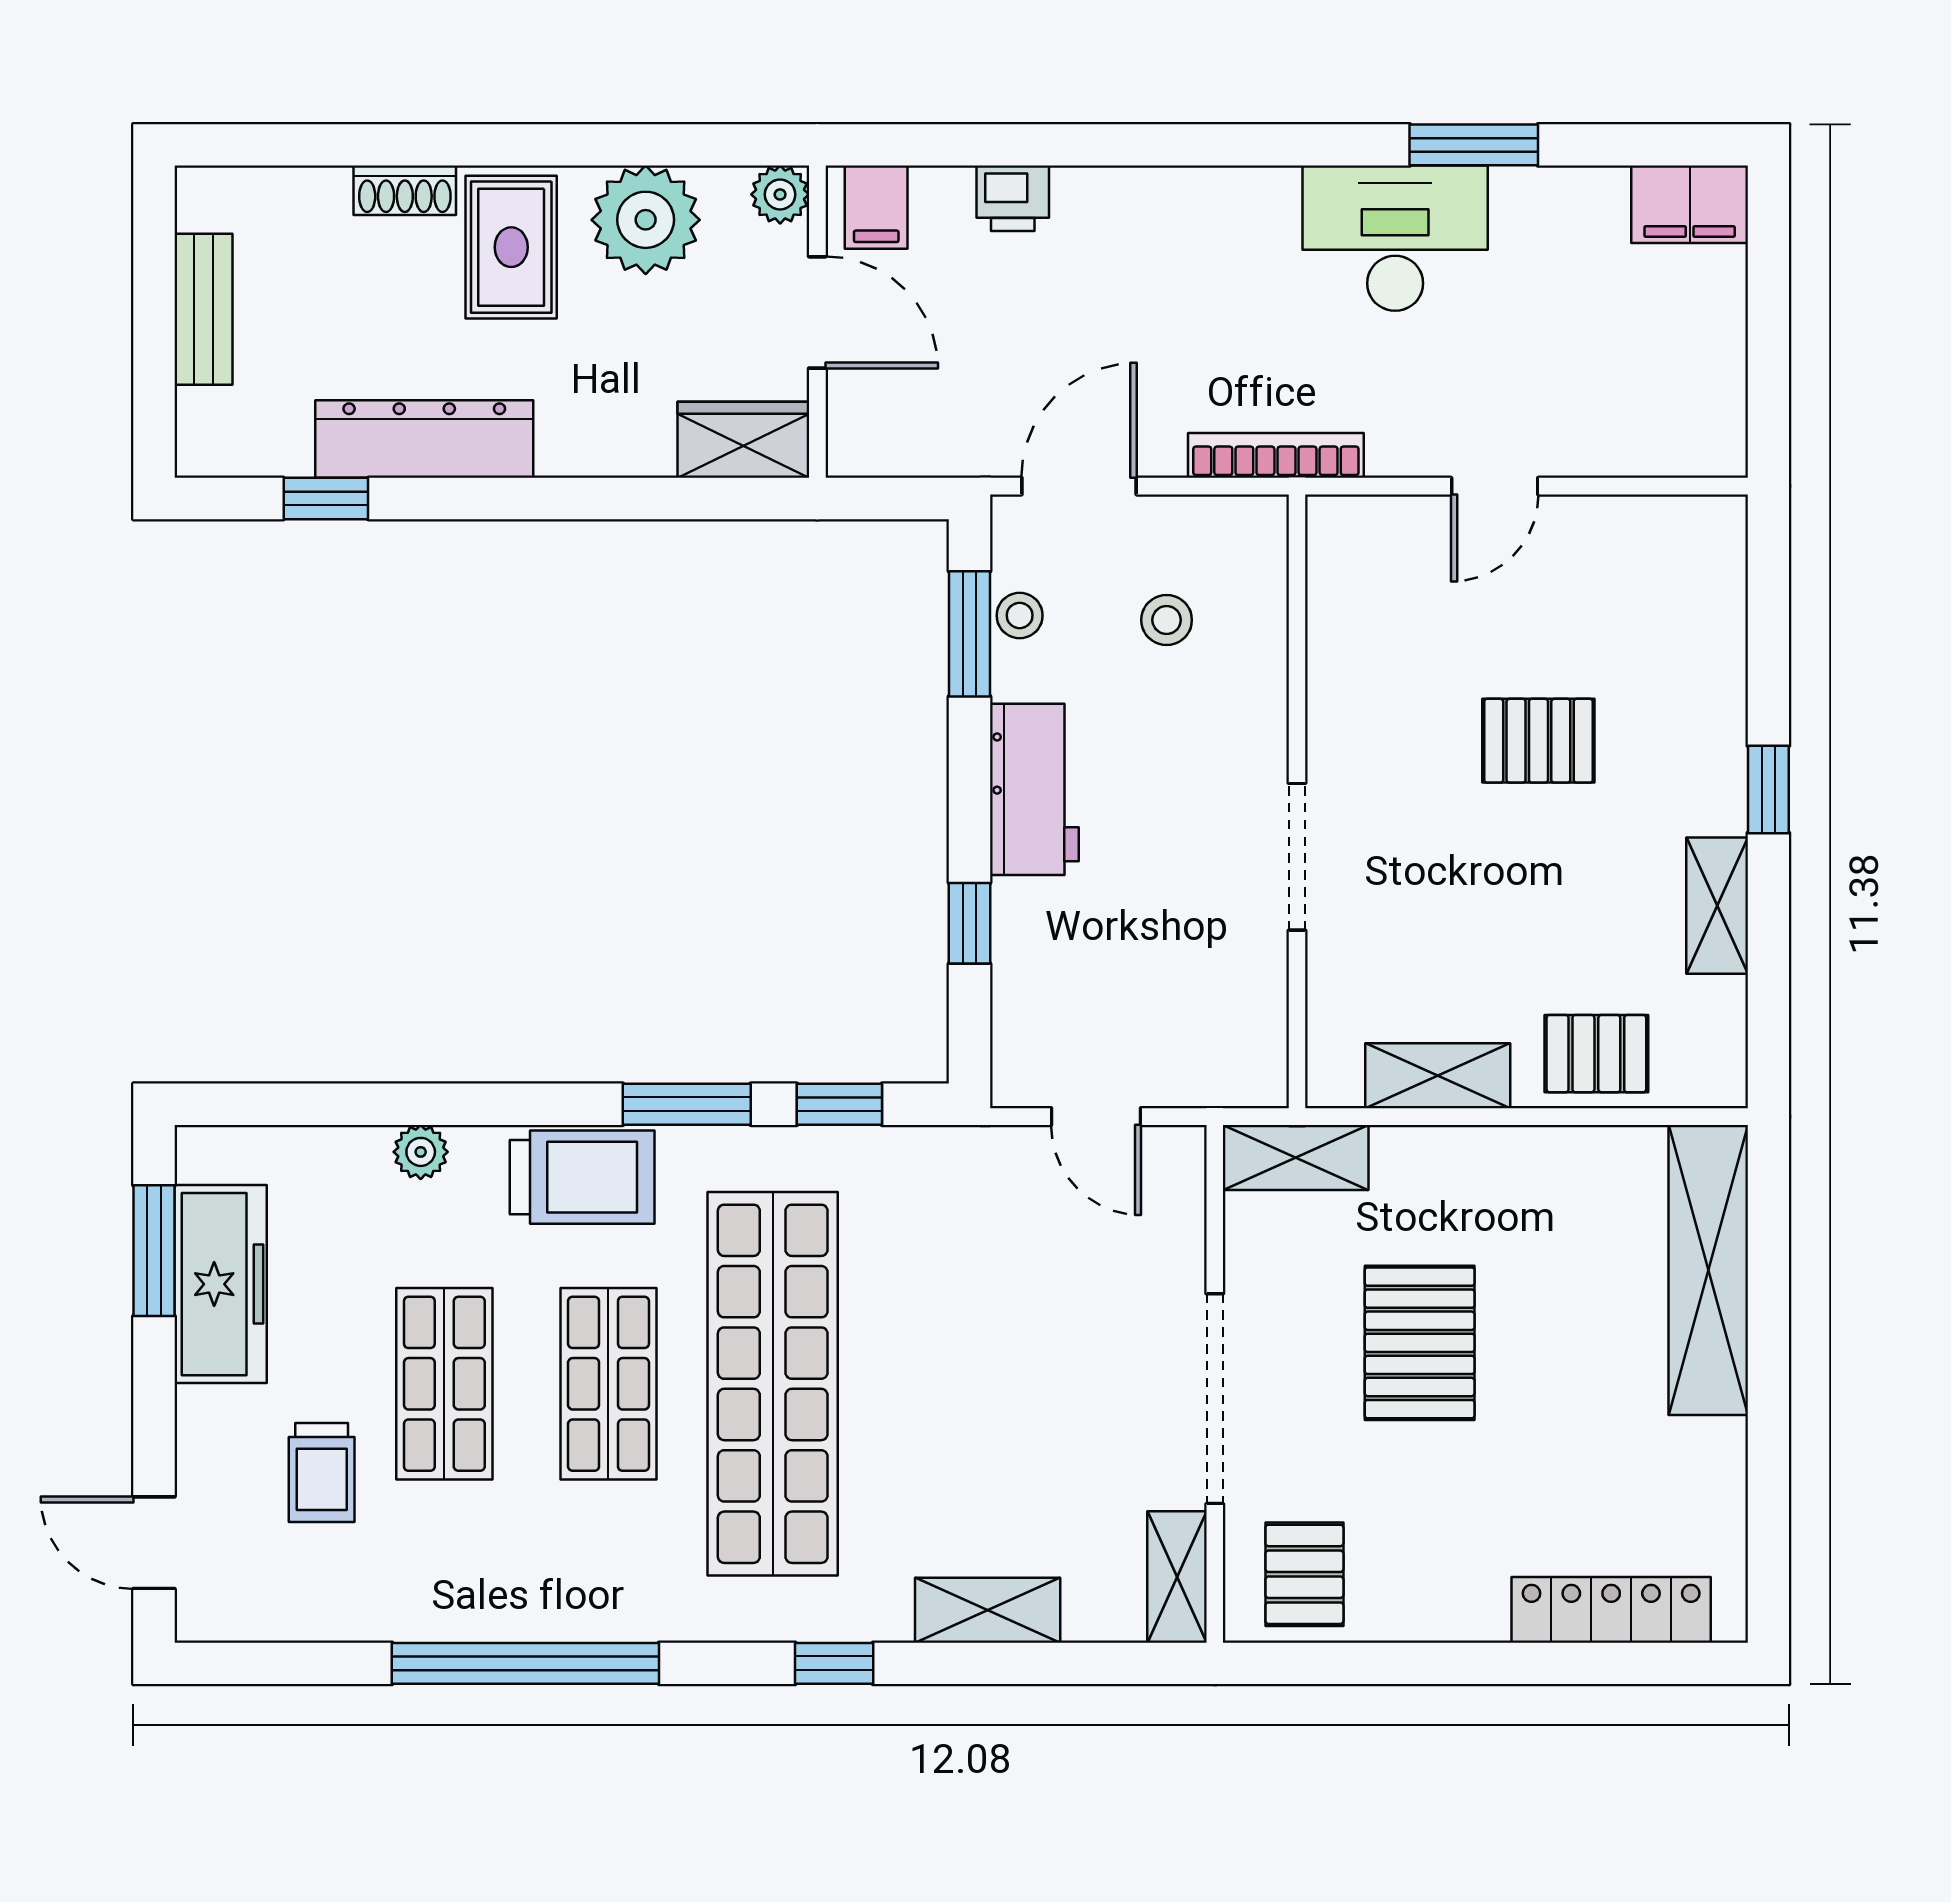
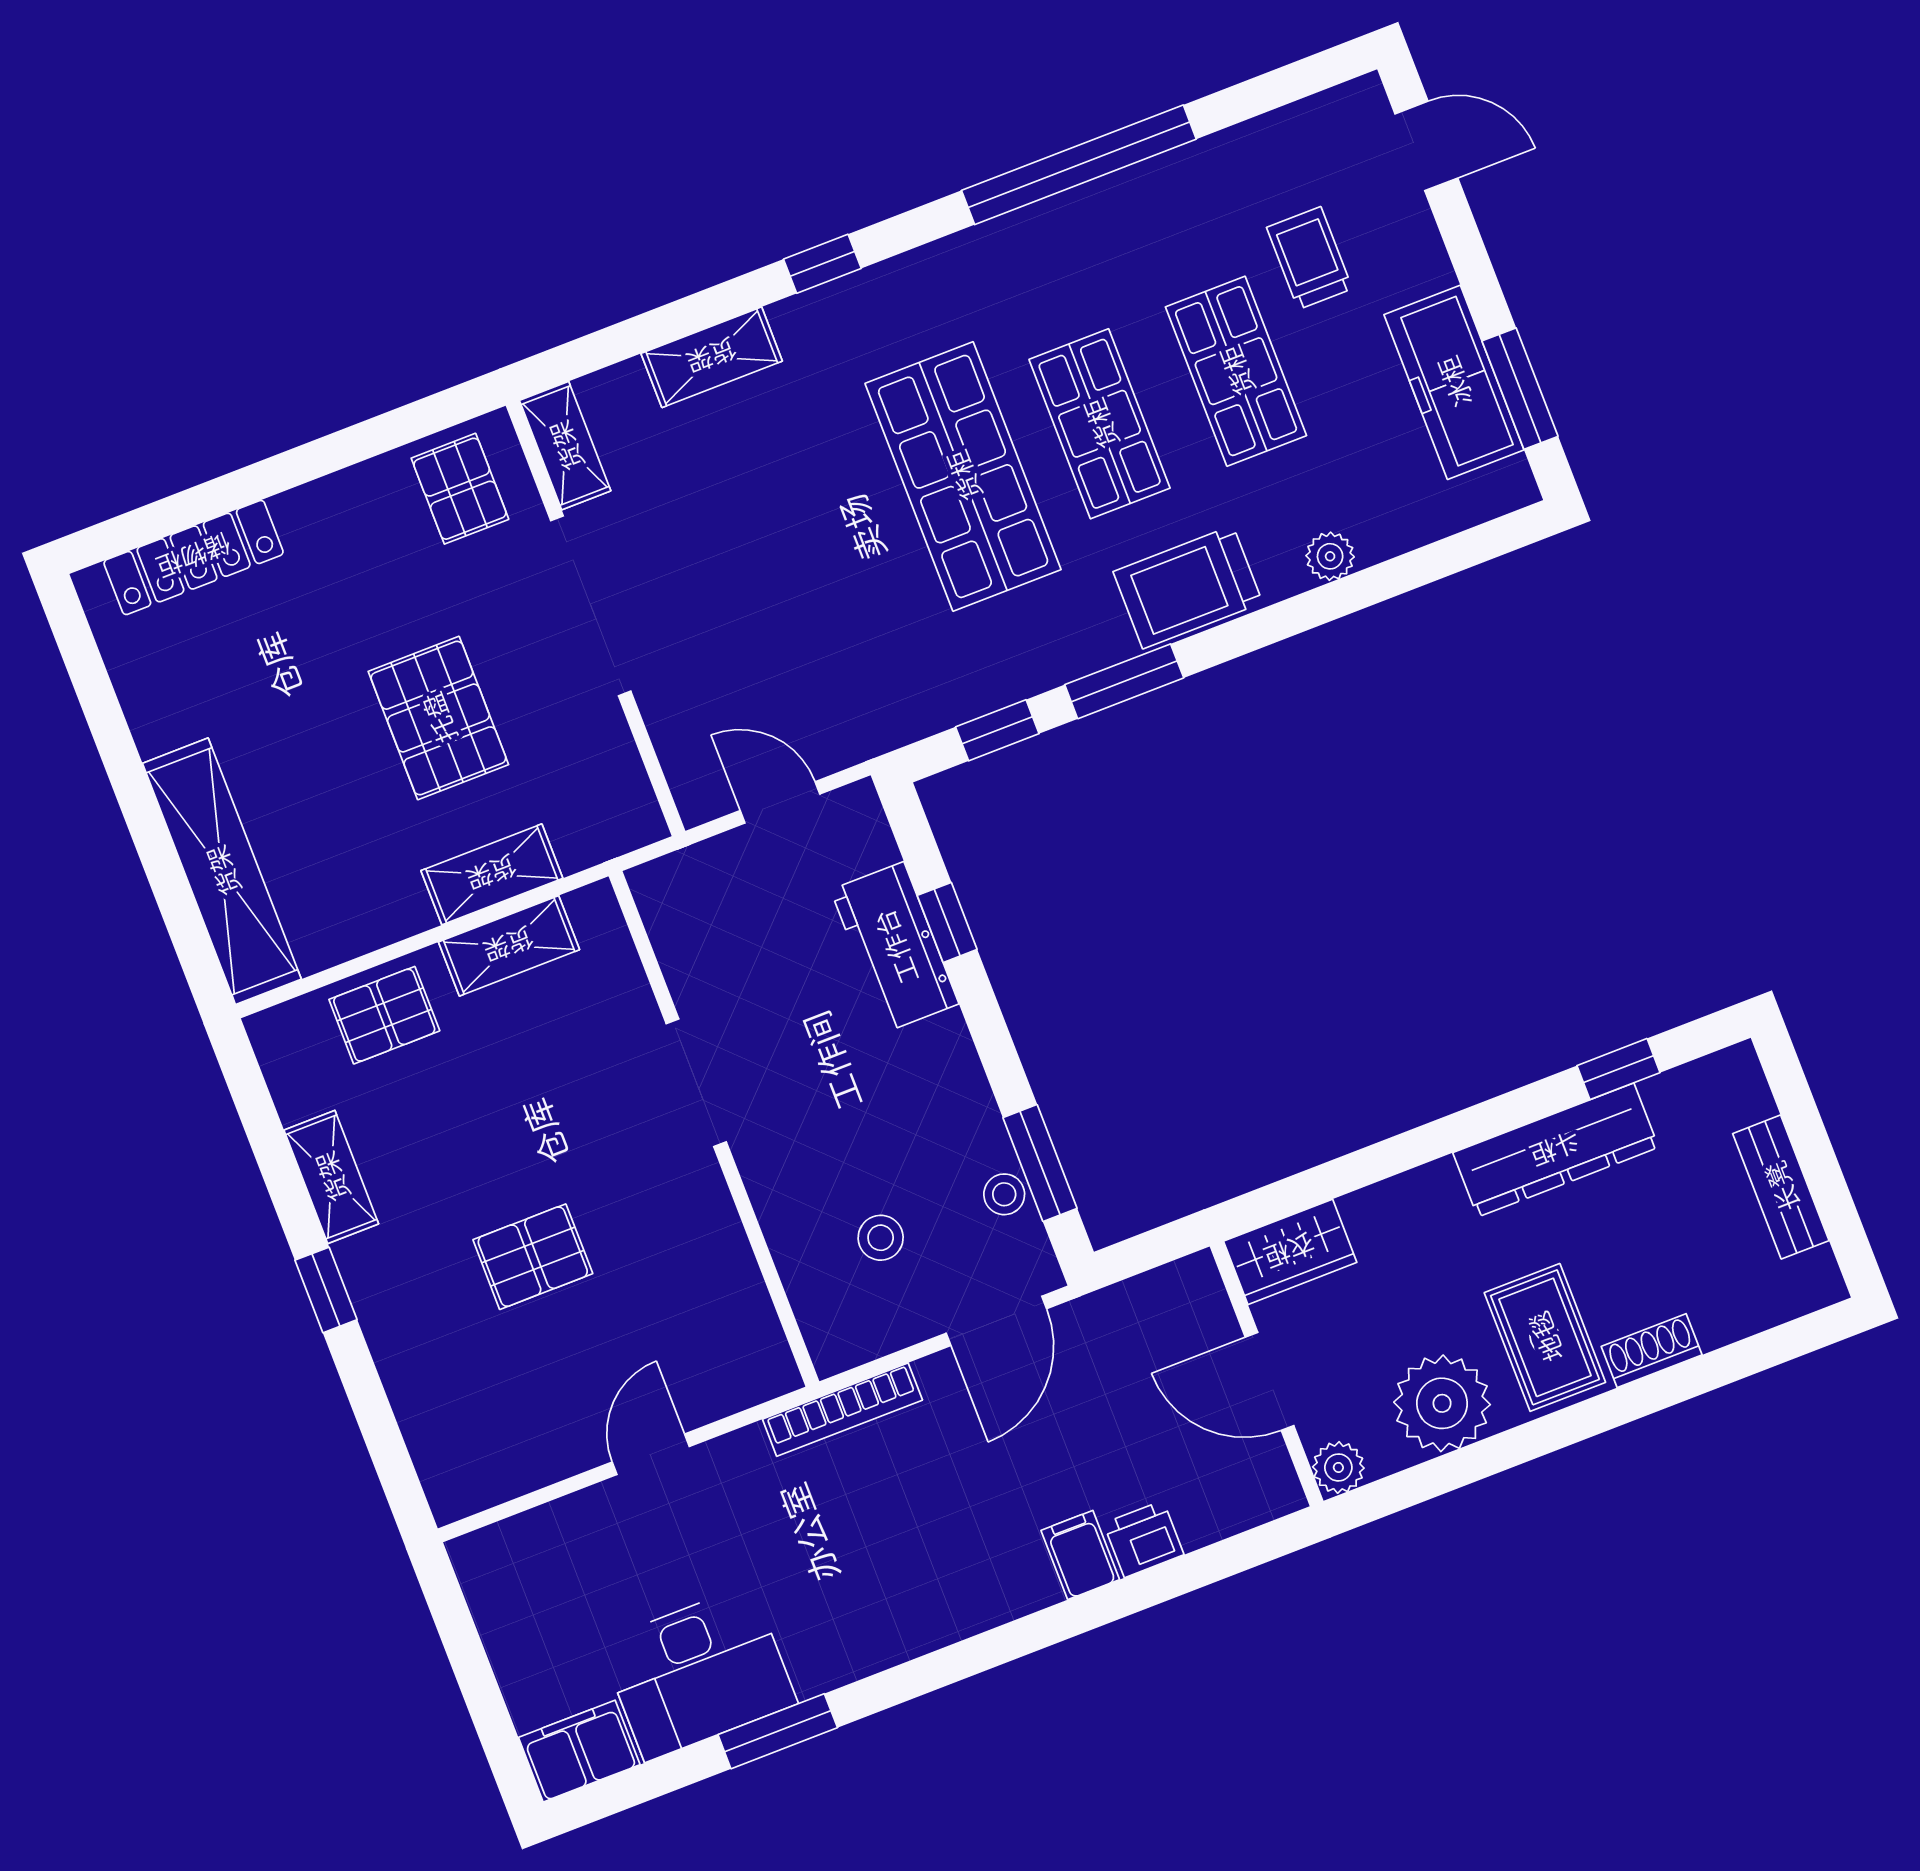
filing cabinet: (876, 207) -> (1080, 1555), moved
desk: (1395, 238) -> (698, 1673), moved
workbench: (1034, 789) -> (895, 947), moved
shelving: (1296, 1157) -> (492, 874), moved
shop shelf: (773, 1384) -> (963, 476), width x0.71

